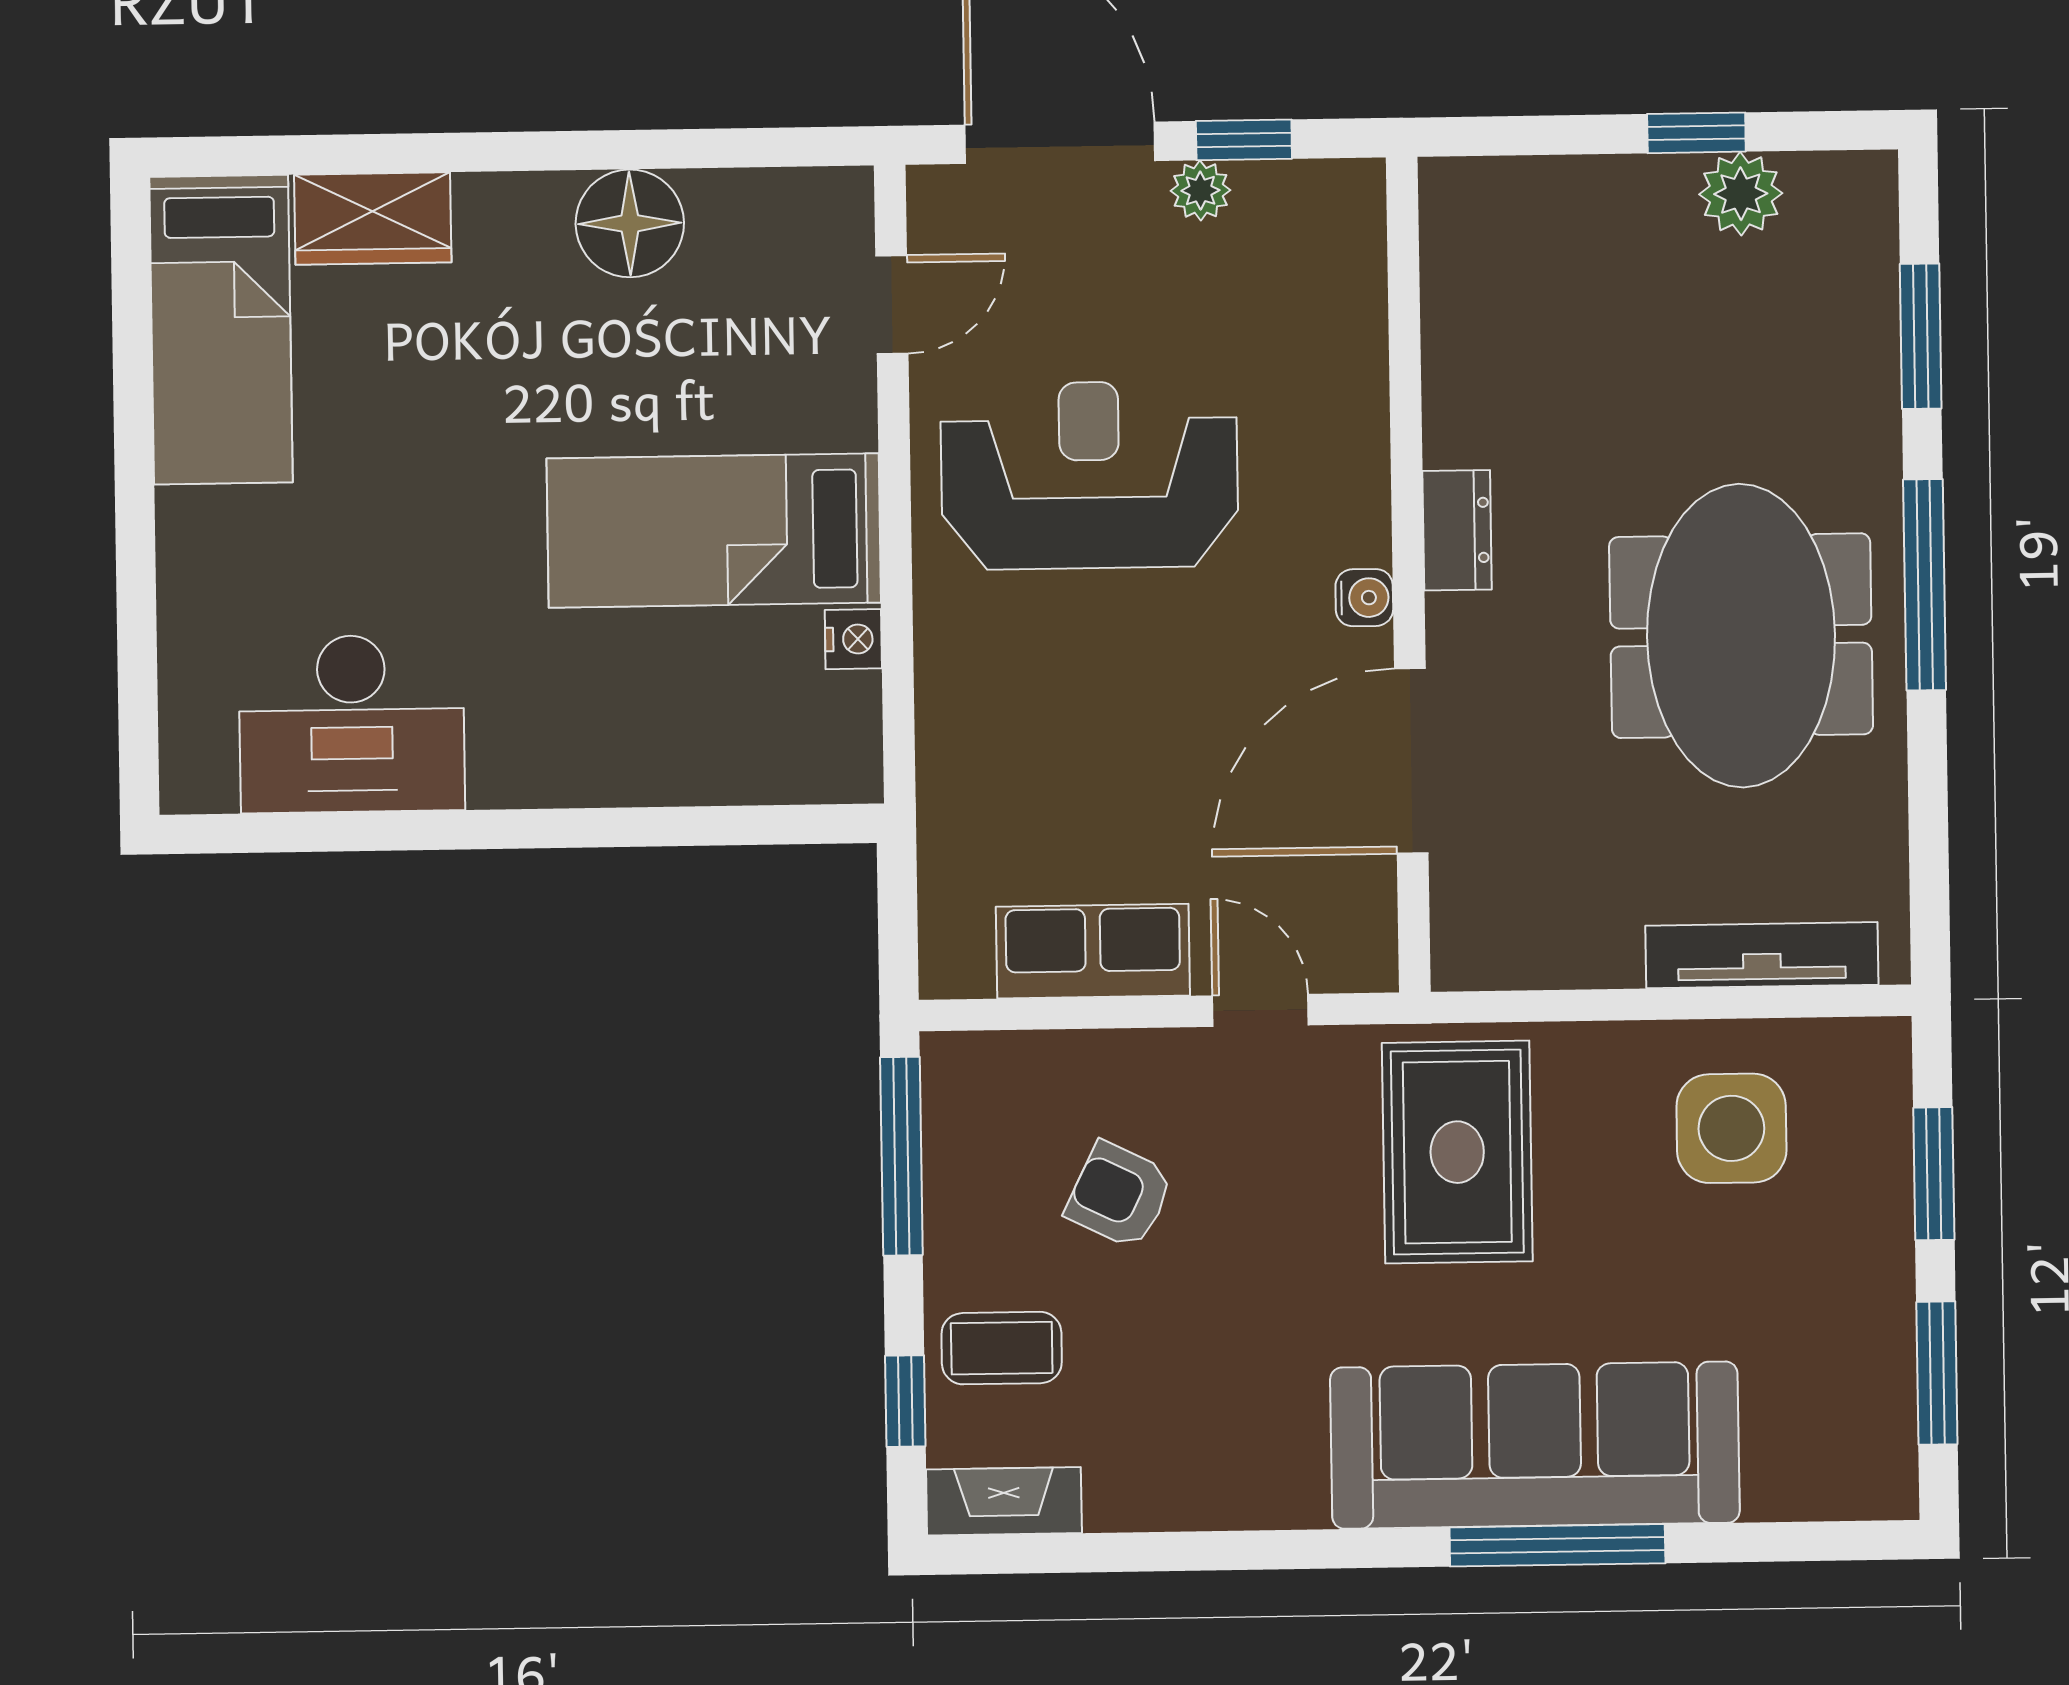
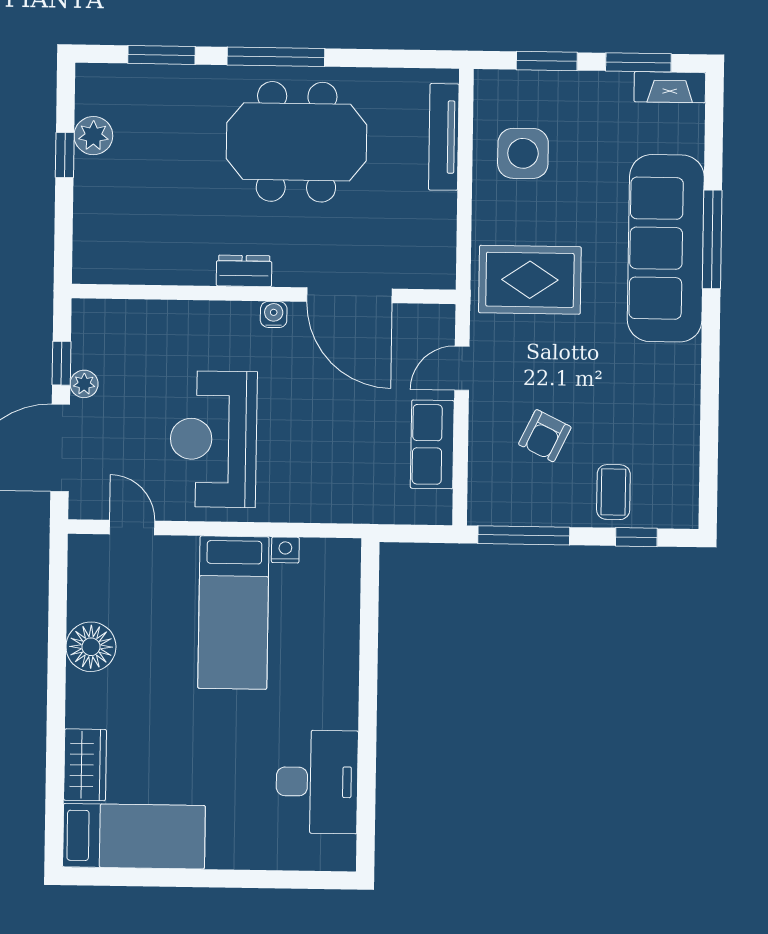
fireplace: (1004, 1501) -> (670, 87), moved, turned -90

